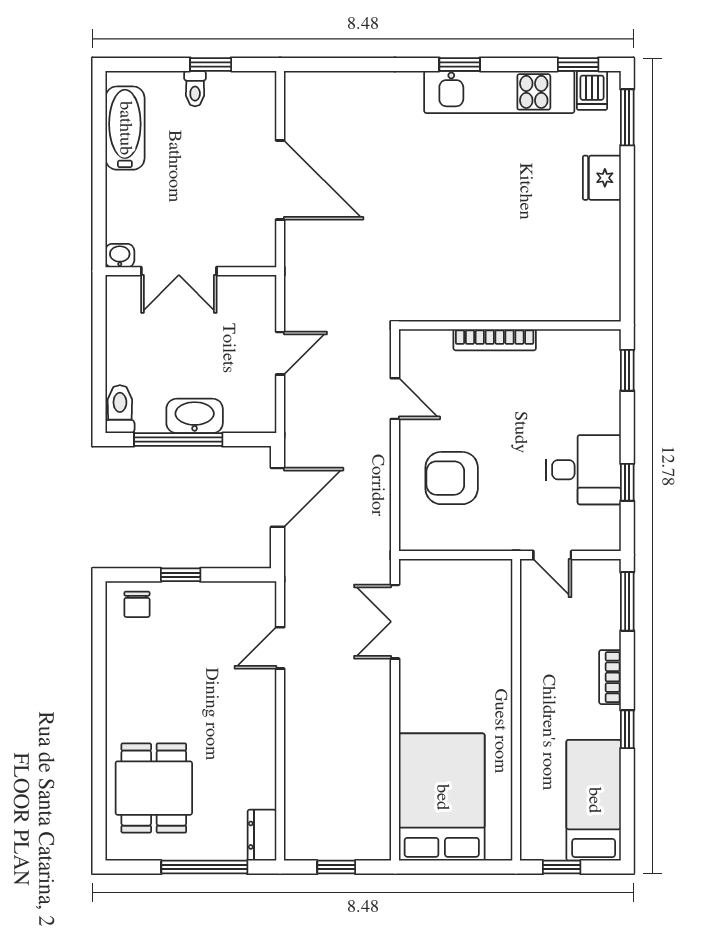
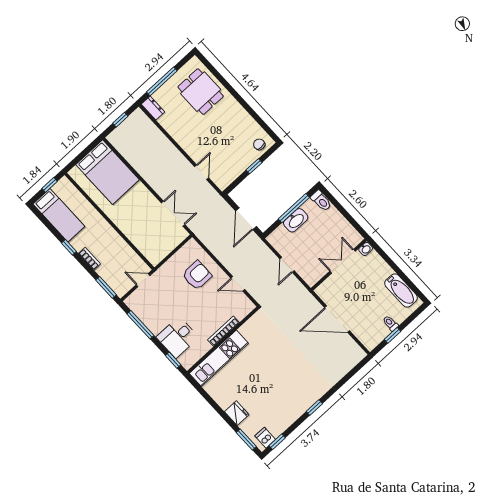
kitchen unit: (499, 92) -> (219, 358), moved, turned 180
desk: (583, 470) -> (177, 337), moved
window: (627, 482) -> (141, 325), width x2.17

